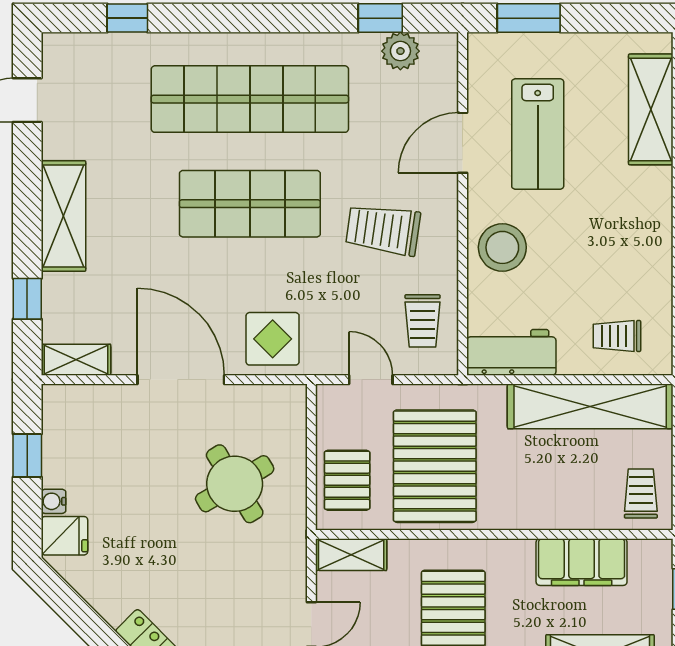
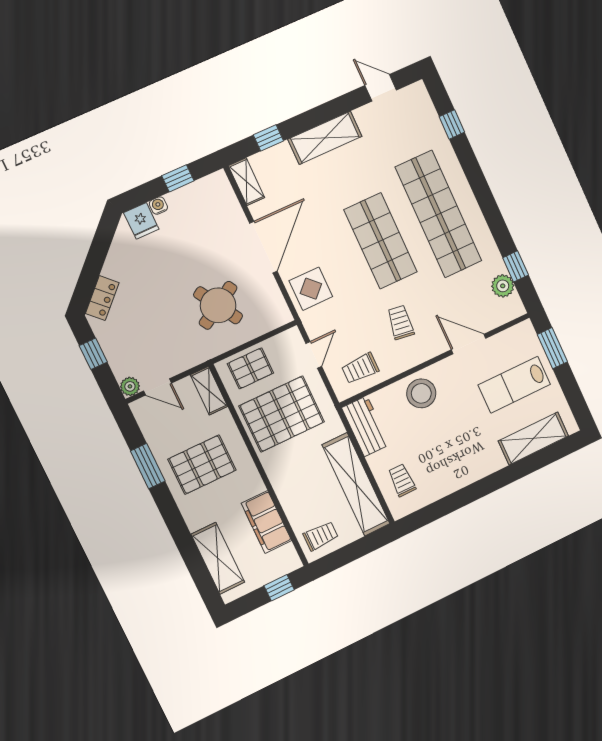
lab bench: (538, 134) -> (514, 385), moved
trolley: (383, 230) -> (401, 322), width x0.73, depth x0.72

